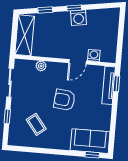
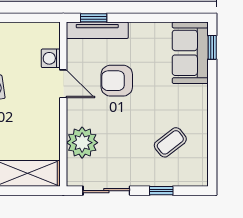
plant: (41, 66) -> (82, 143), width x1.87, depth x1.87
armchair: (64, 100) -> (117, 81), moved, turned 84

